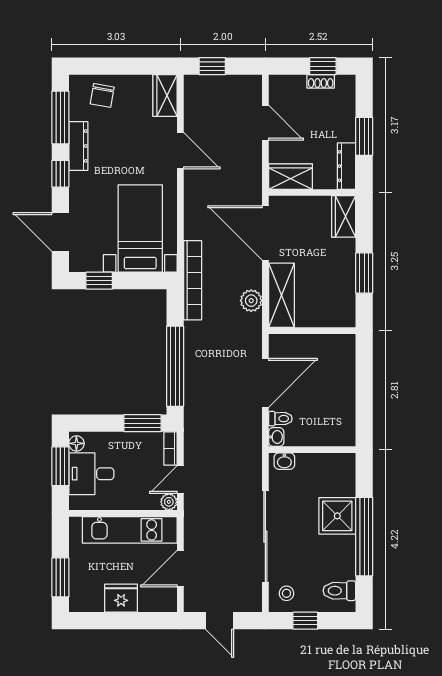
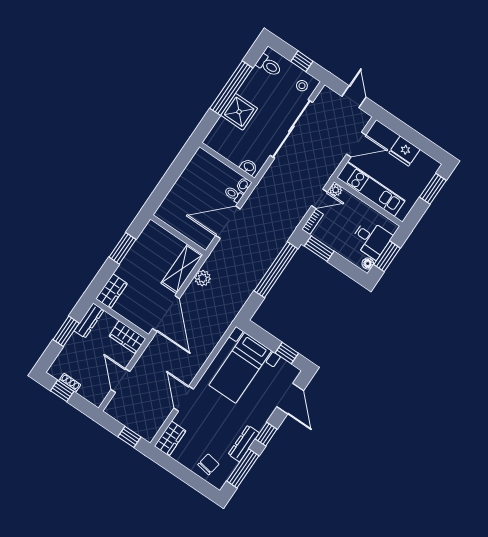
bookcase: (193, 280) -> (230, 315), removed

